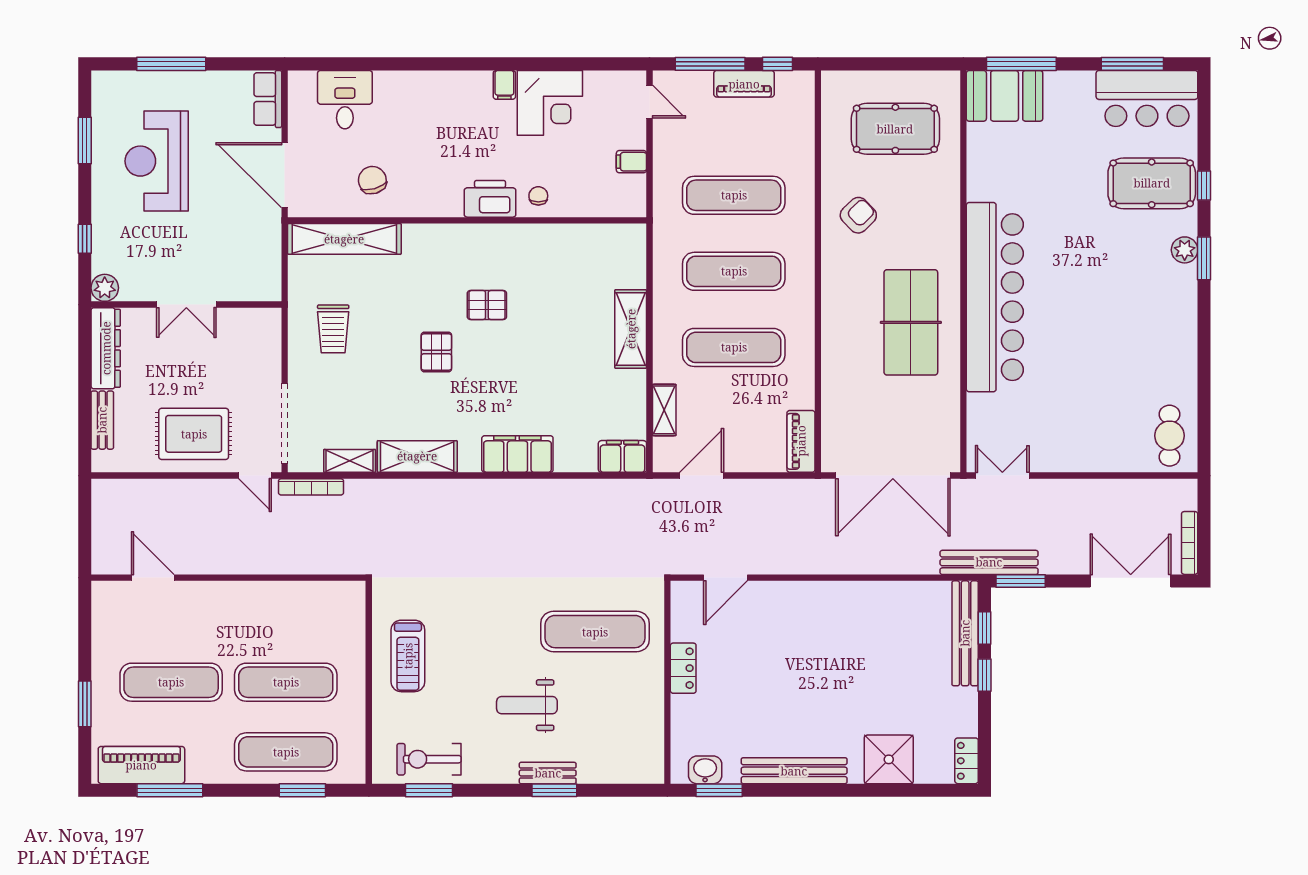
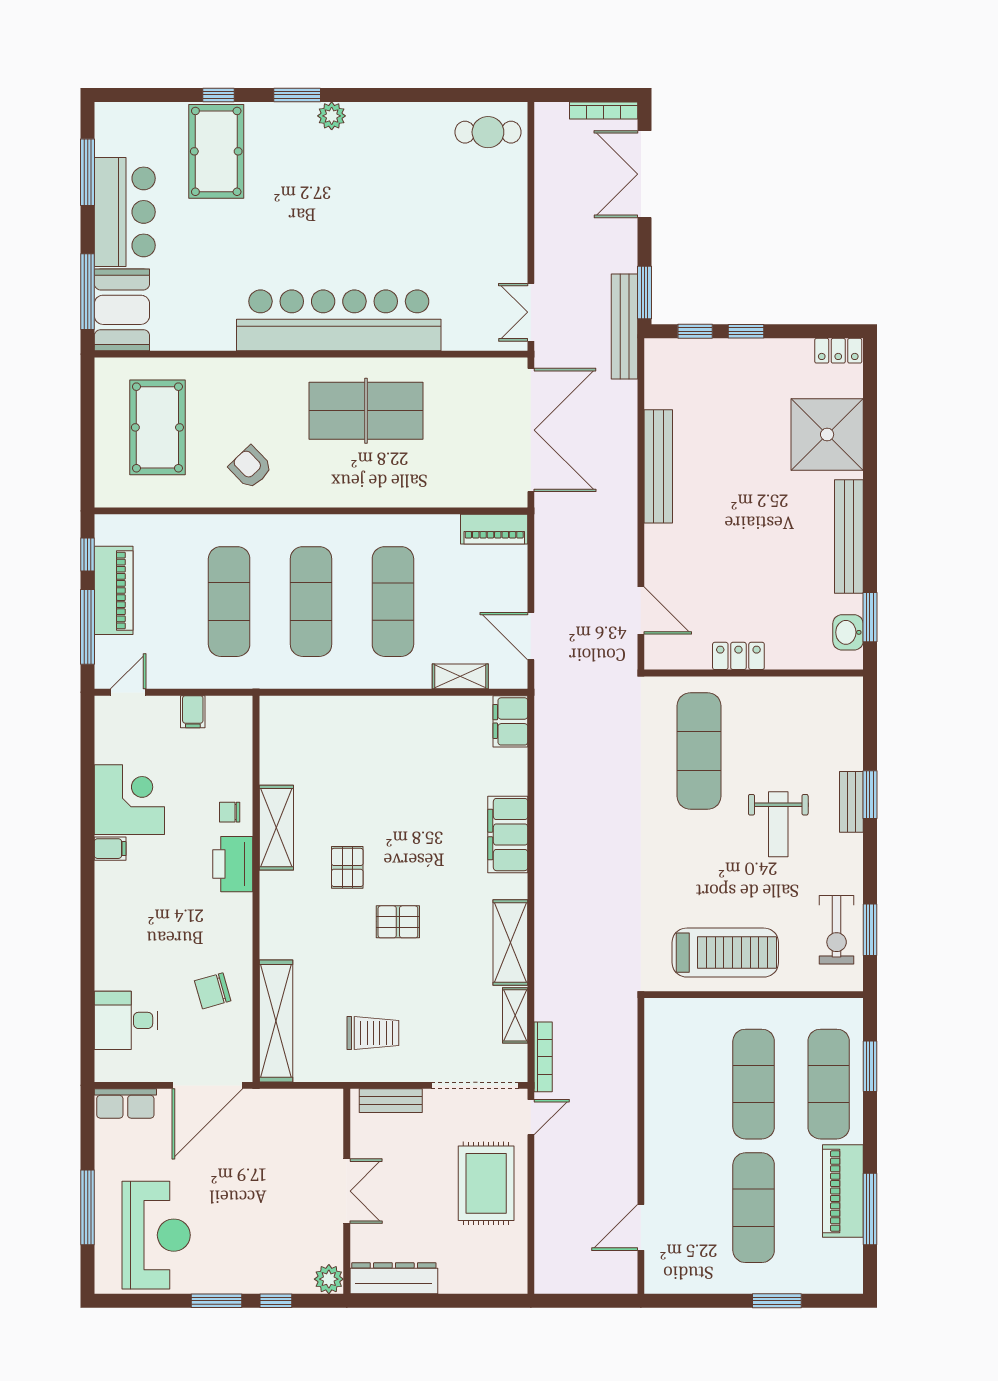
piano: (744, 84) -> (114, 590), width x1.37, depth x1.33
bar counter: (1147, 98) -> (125, 212), moved
window: (85, 141) -> (217, 1301), moved
reception desk: (157, 161) -> (156, 1235), moved, turned -90
plant: (1185, 250) -> (332, 116), moved
shelving: (631, 329) -> (276, 828), moved, turned 90
bench: (102, 420) -> (391, 1101), moved
bench: (965, 633) -> (658, 466), moved, turned 90
treadmill: (408, 656) -> (725, 953), width x1.37, depth x1.38
shower: (889, 759) -> (827, 434), width x1.37, depth x1.37
piano: (141, 765) -> (843, 1191), moved

